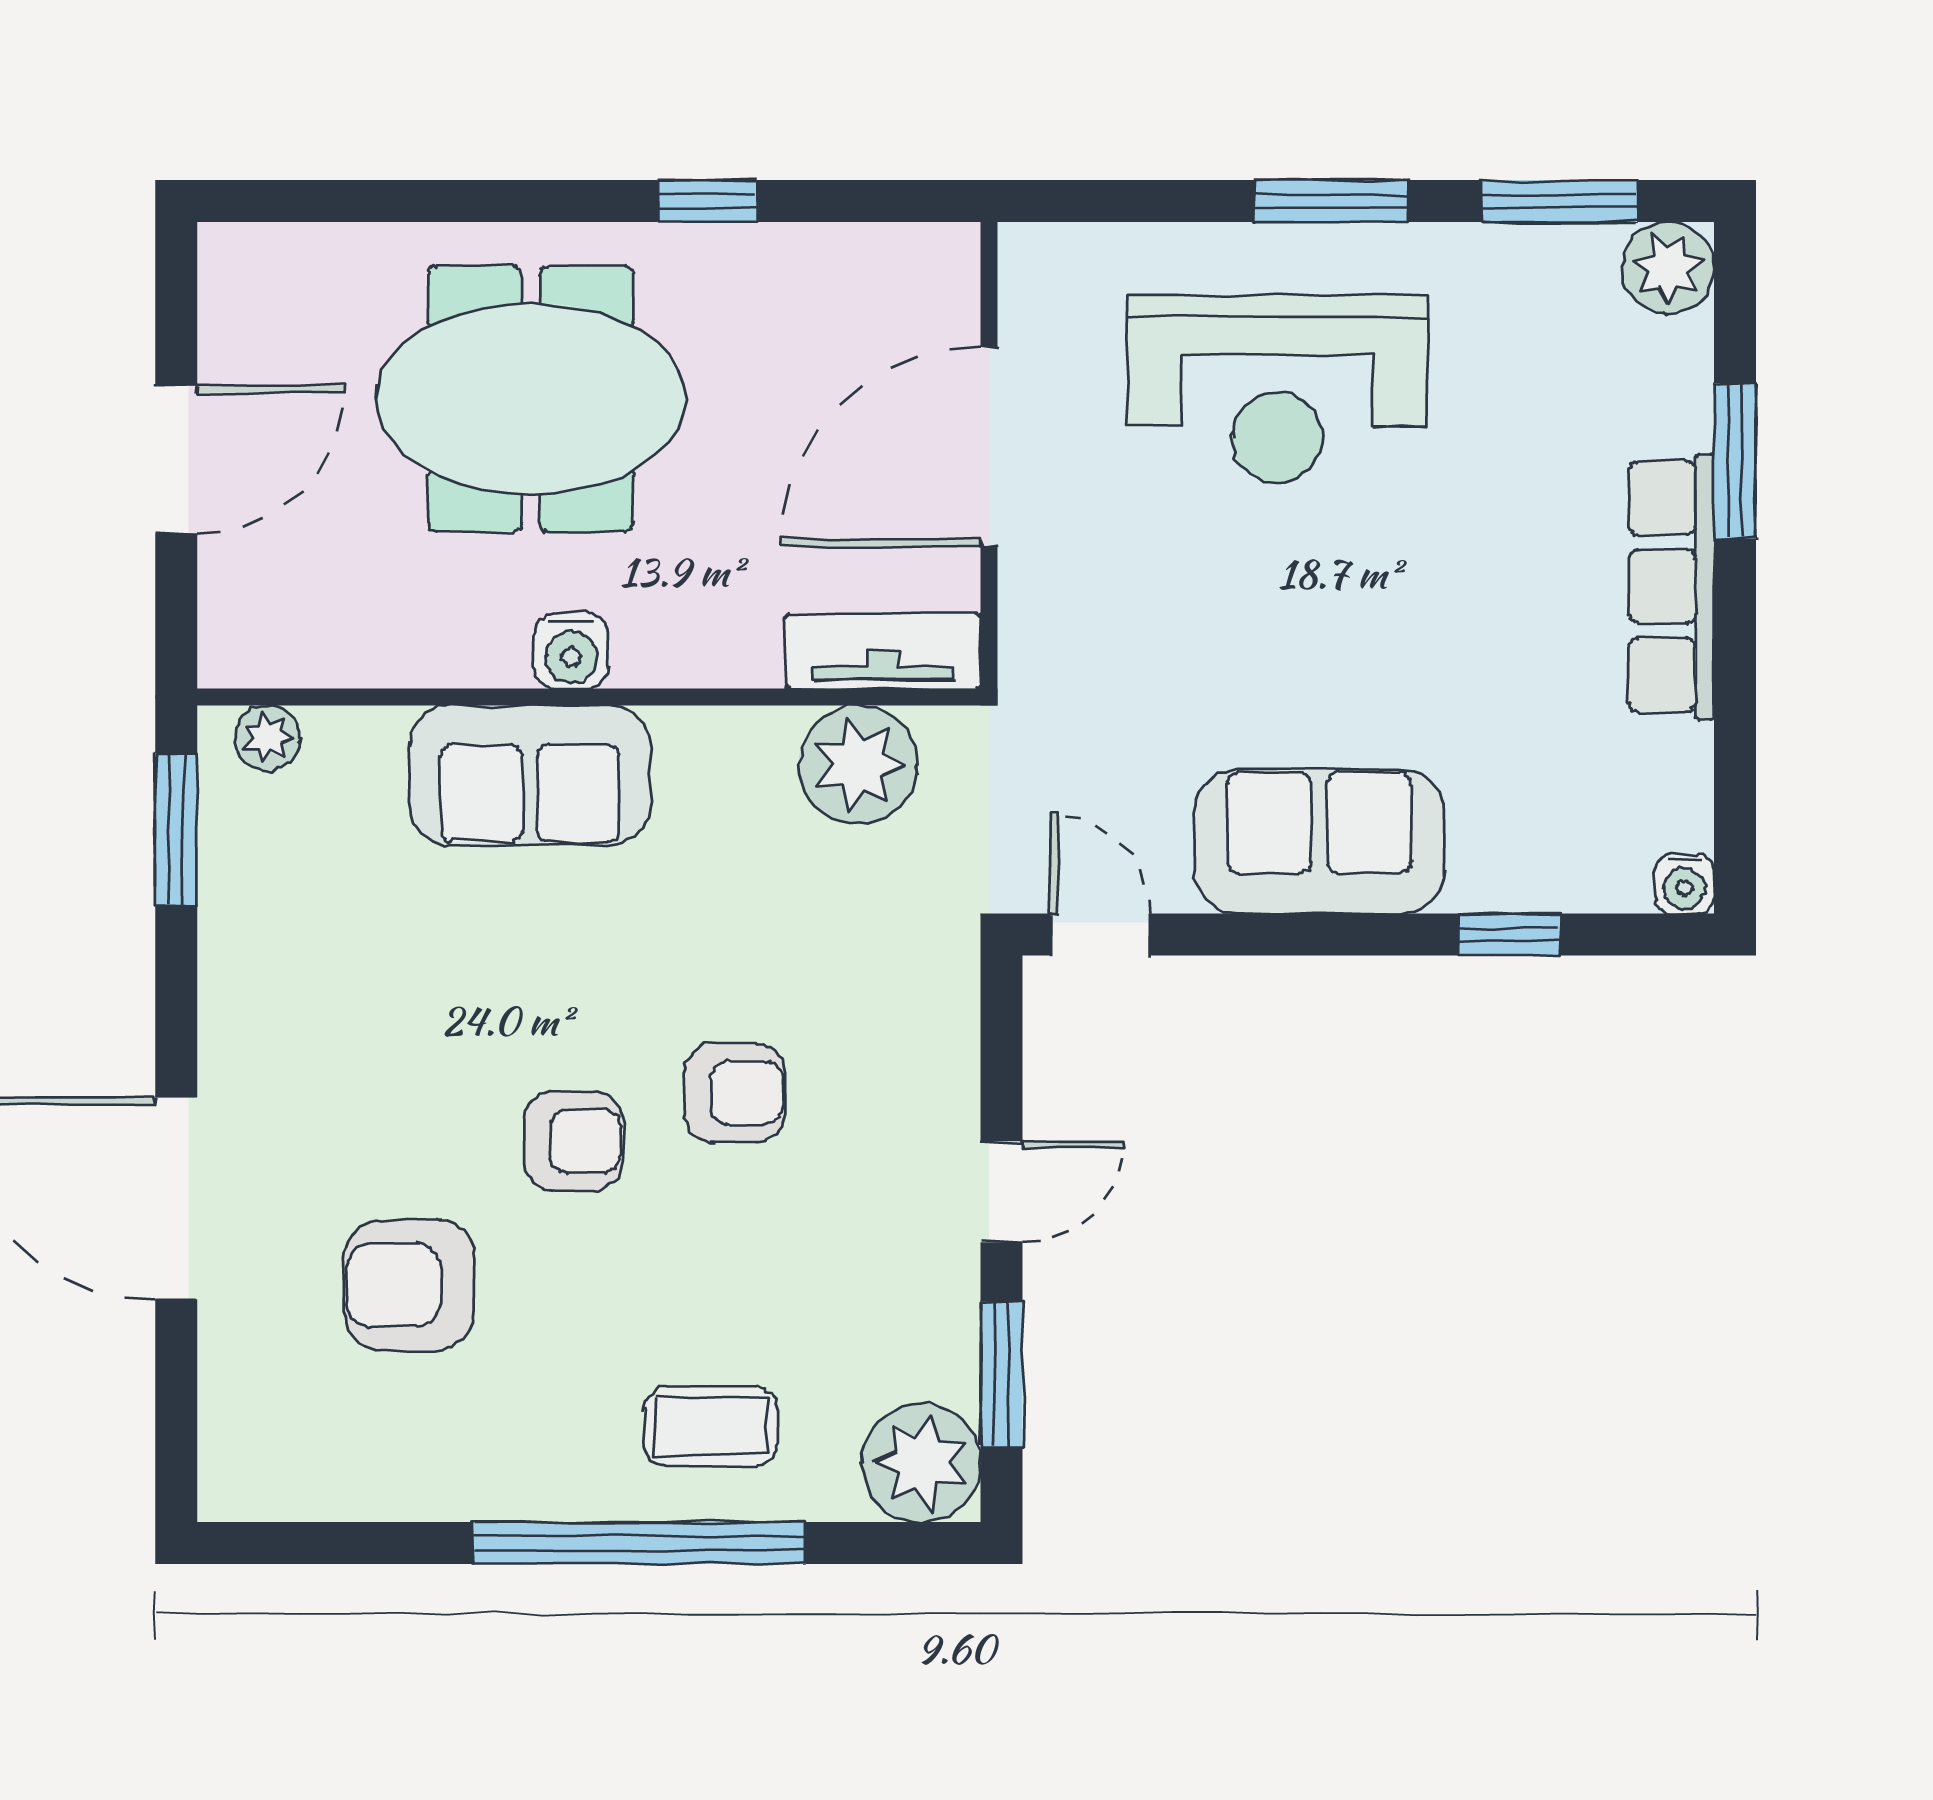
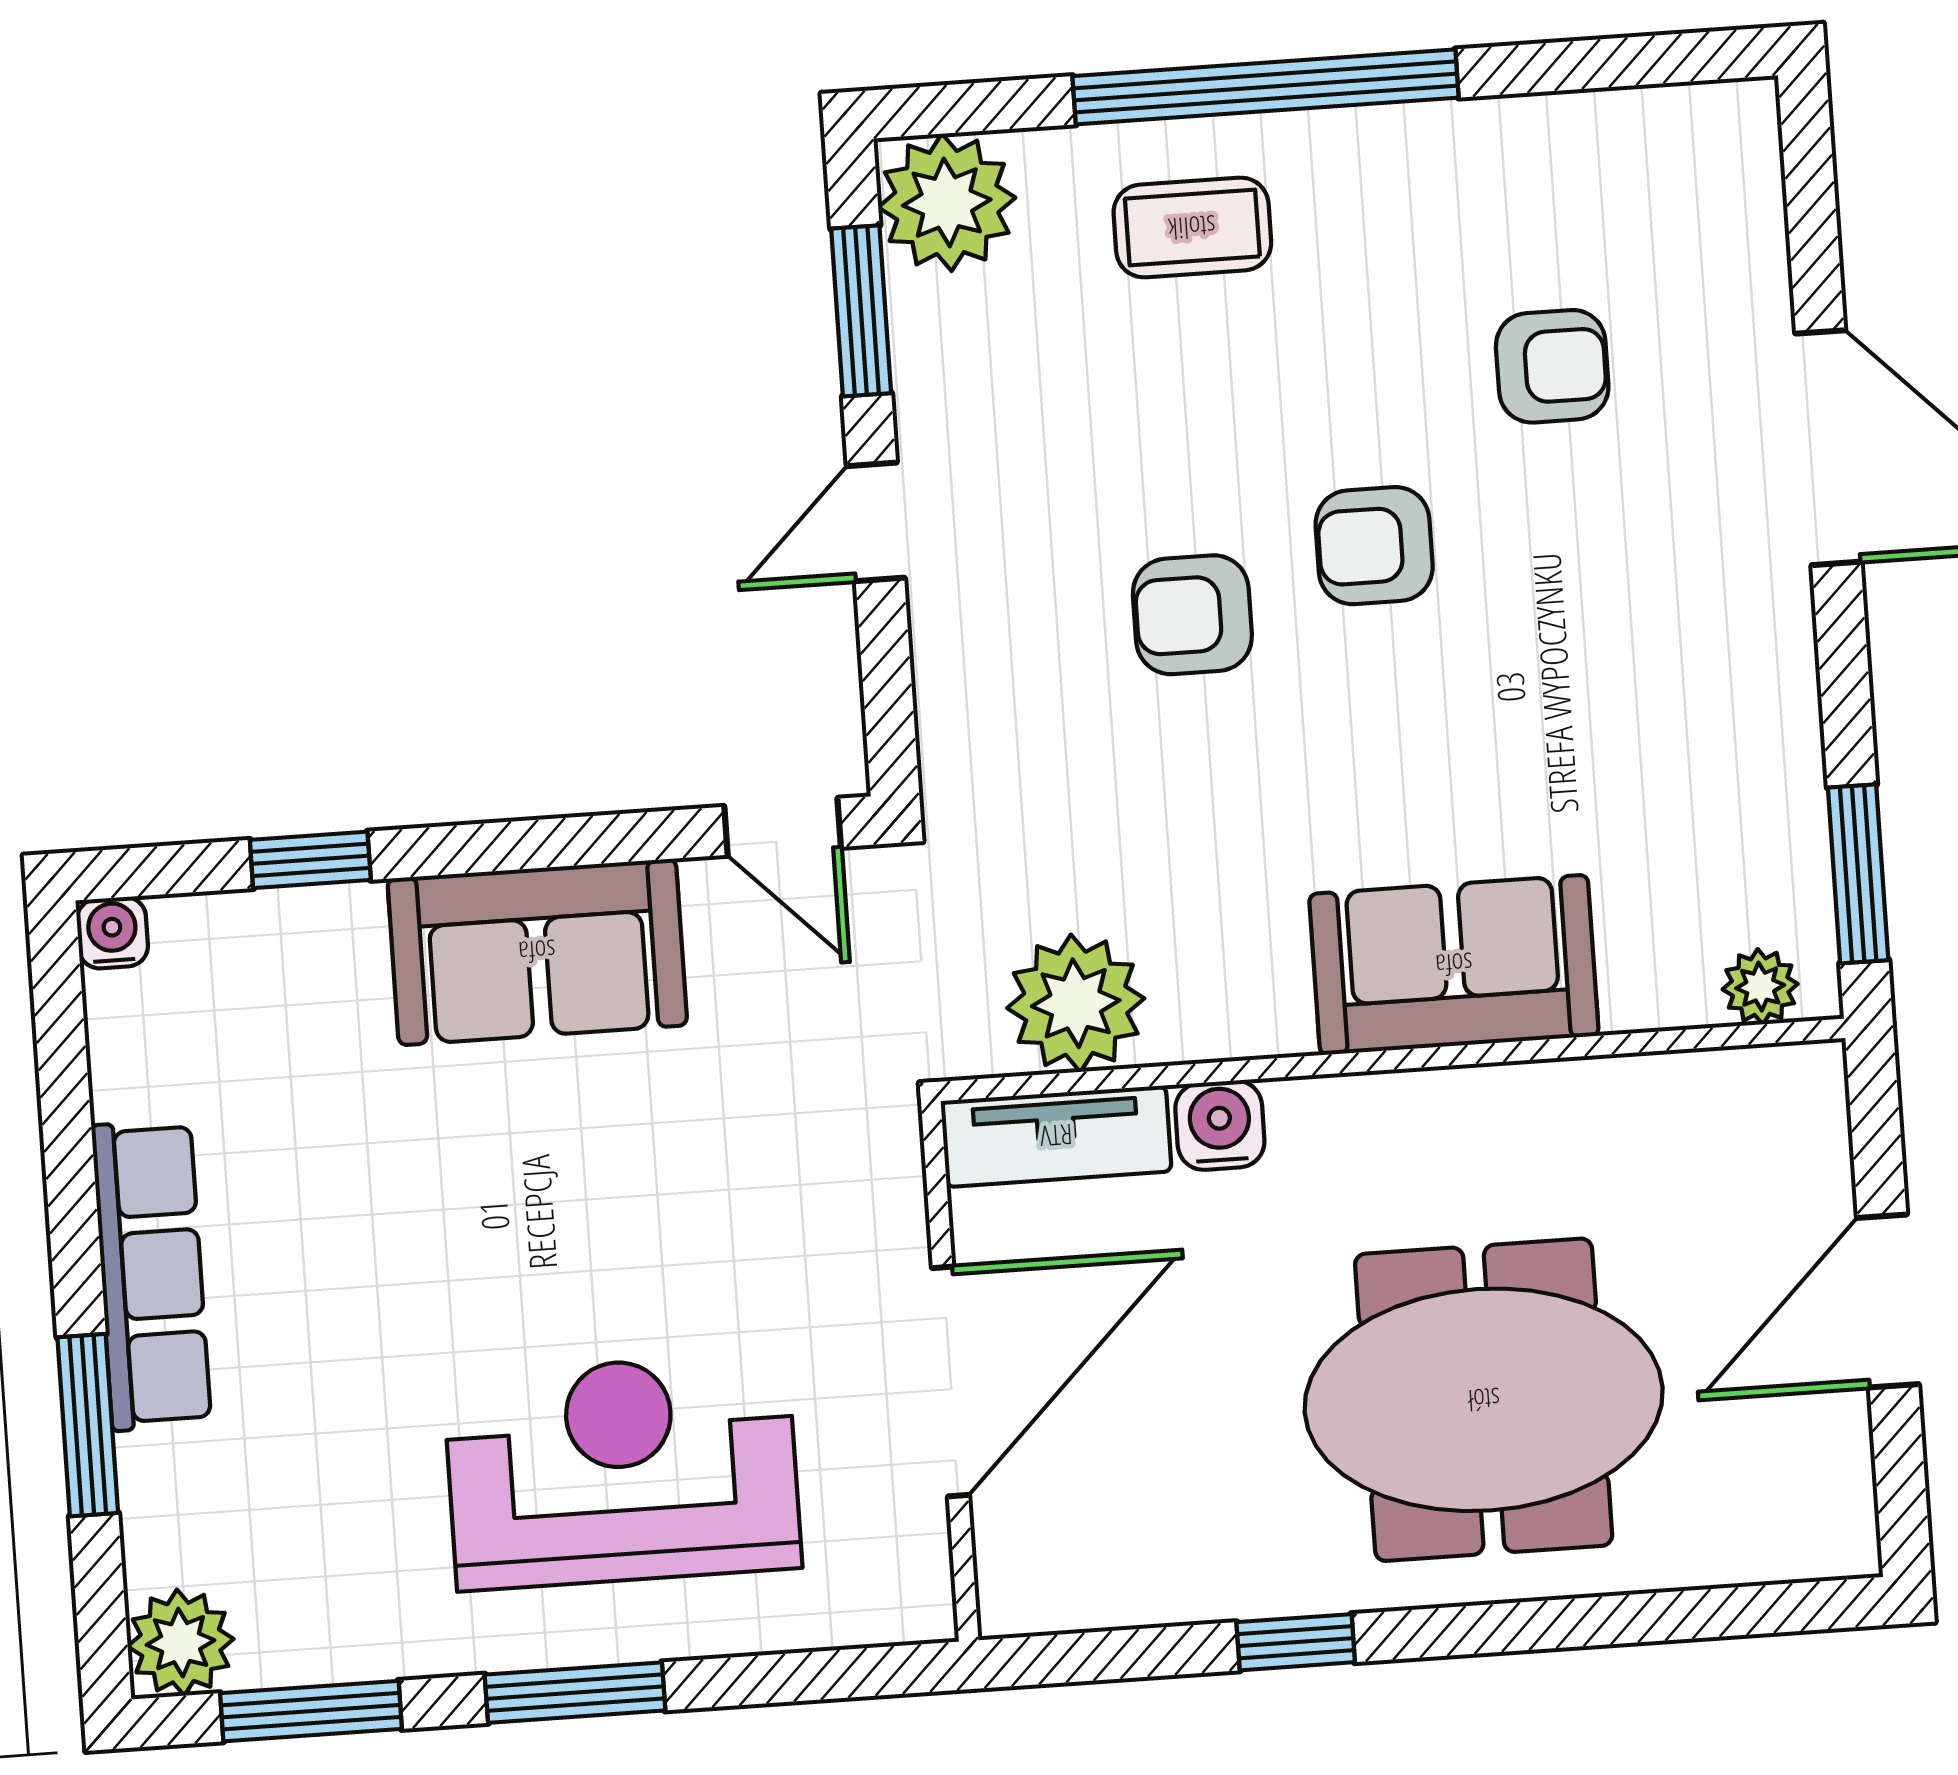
water cooler: (571, 651) -> (1220, 1125), moved
armchair: (409, 1285) -> (1552, 366), width x0.72, depth x0.72

